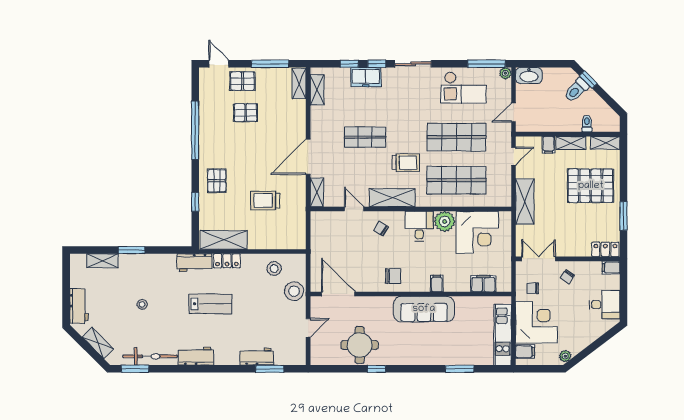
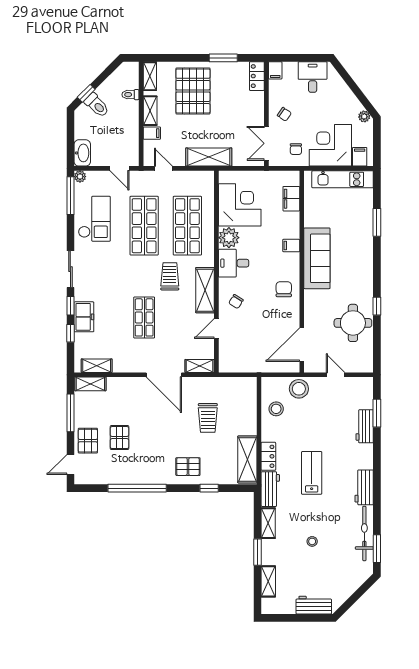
shelving: (98, 343) -> (268, 523), moved, turned -45

